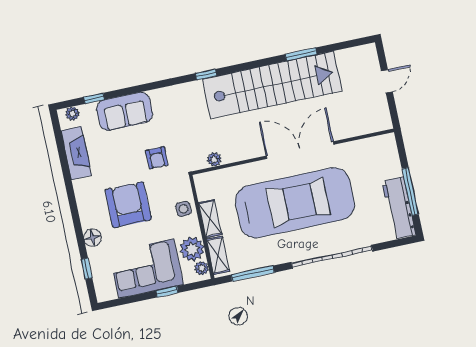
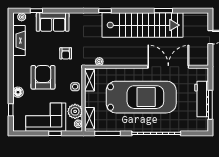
double door: (300, 150) -> (168, 67), moved
workbench: (399, 208) -> (202, 99), moved
shelving: (210, 219) -> (89, 80), moved

